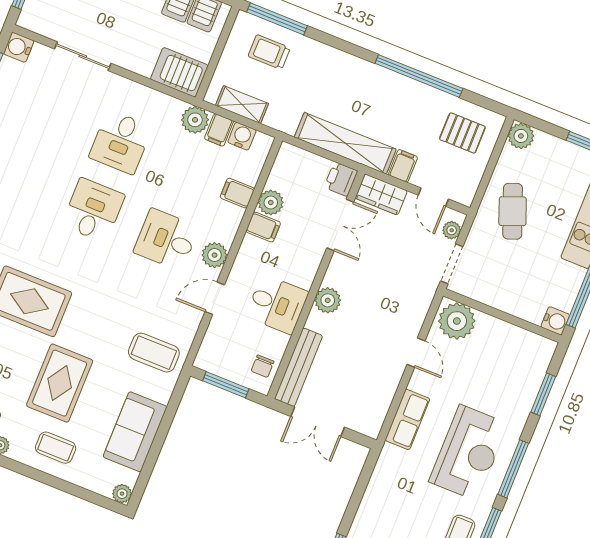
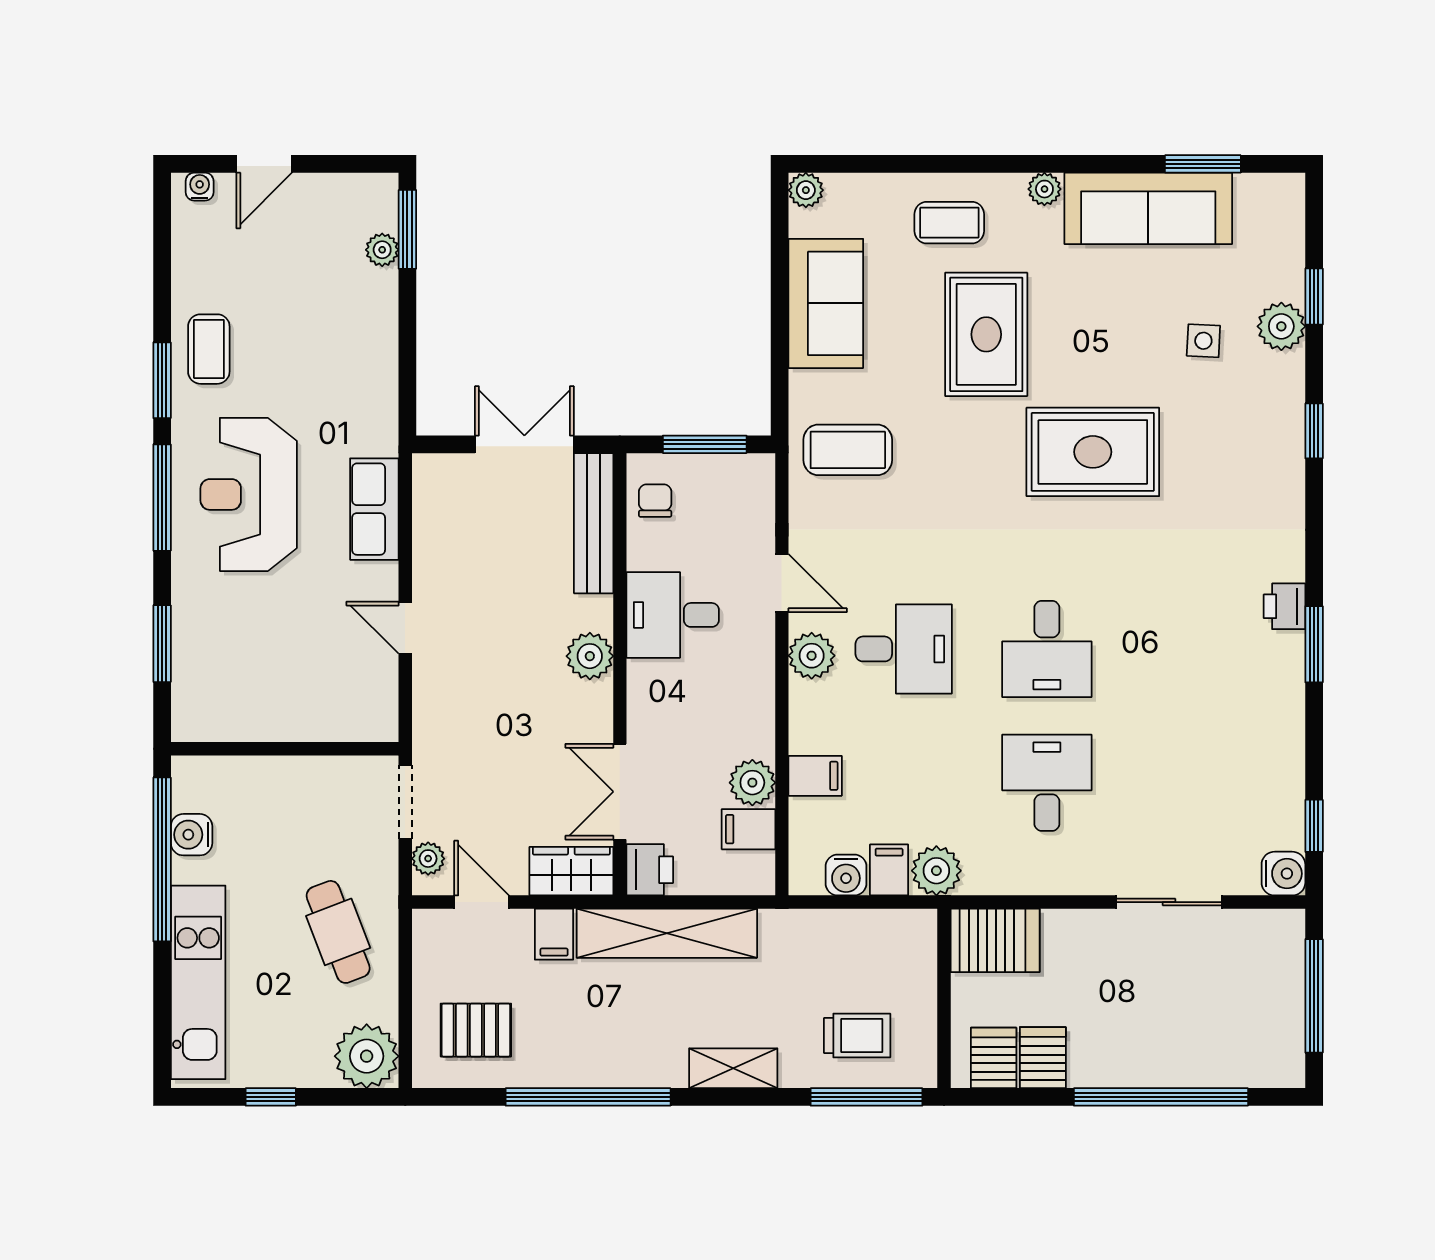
shelving: (242, 105) -> (733, 1068), moved
plant: (521, 136) -> (367, 1056), width x1.36, depth x1.36
filing cabinet: (263, 227) -> (748, 829), moved
door: (215, 298) -> (782, 583), hinge flipped
plant: (457, 321) -> (358, 709), removed
water cooler: (555, 321) -> (192, 835), moved

